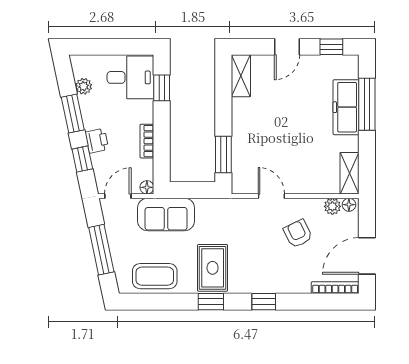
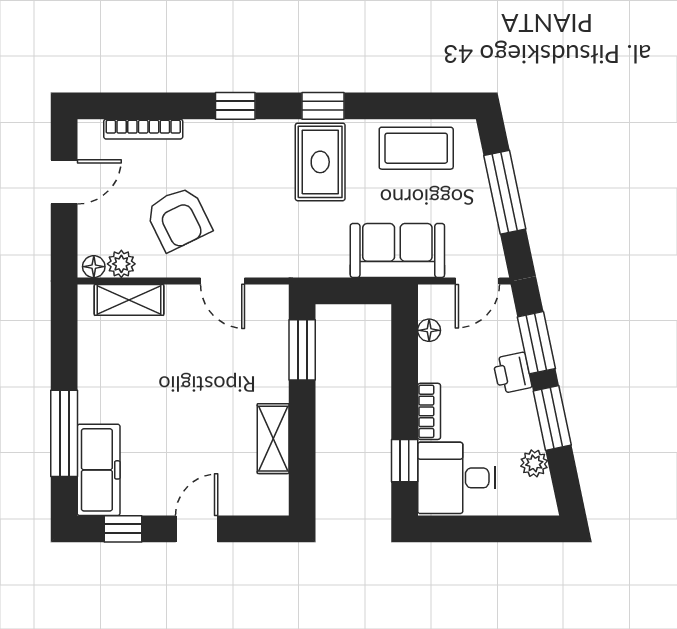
shelving: (241, 76) -> (273, 439), moved
freezer: (346, 107) -> (99, 470), moved
bookcase: (147, 141) -> (429, 411), moved
window: (82, 159) -> (536, 343), width x1.50
shelving: (349, 173) -> (129, 300), moved, turned 90
floor lamp: (147, 187) -> (429, 330), moved
armchair: (298, 234) -> (178, 219), width x1.38, depth x1.38
door: (367, 256) -> (64, 182), width x0.73
bookcase: (335, 288) -> (143, 129), moved

